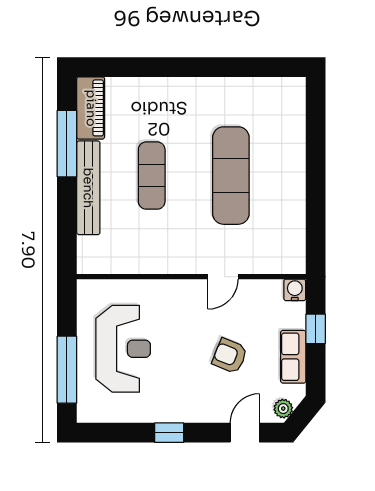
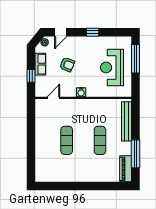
exercise mat: (231, 176) -> (67, 140), width x0.73, depth x0.69
bench: (88, 188) -> (127, 121), moved
door: (223, 277) -> (53, 98), moved
water cooler: (295, 290) -> (81, 92), moved

